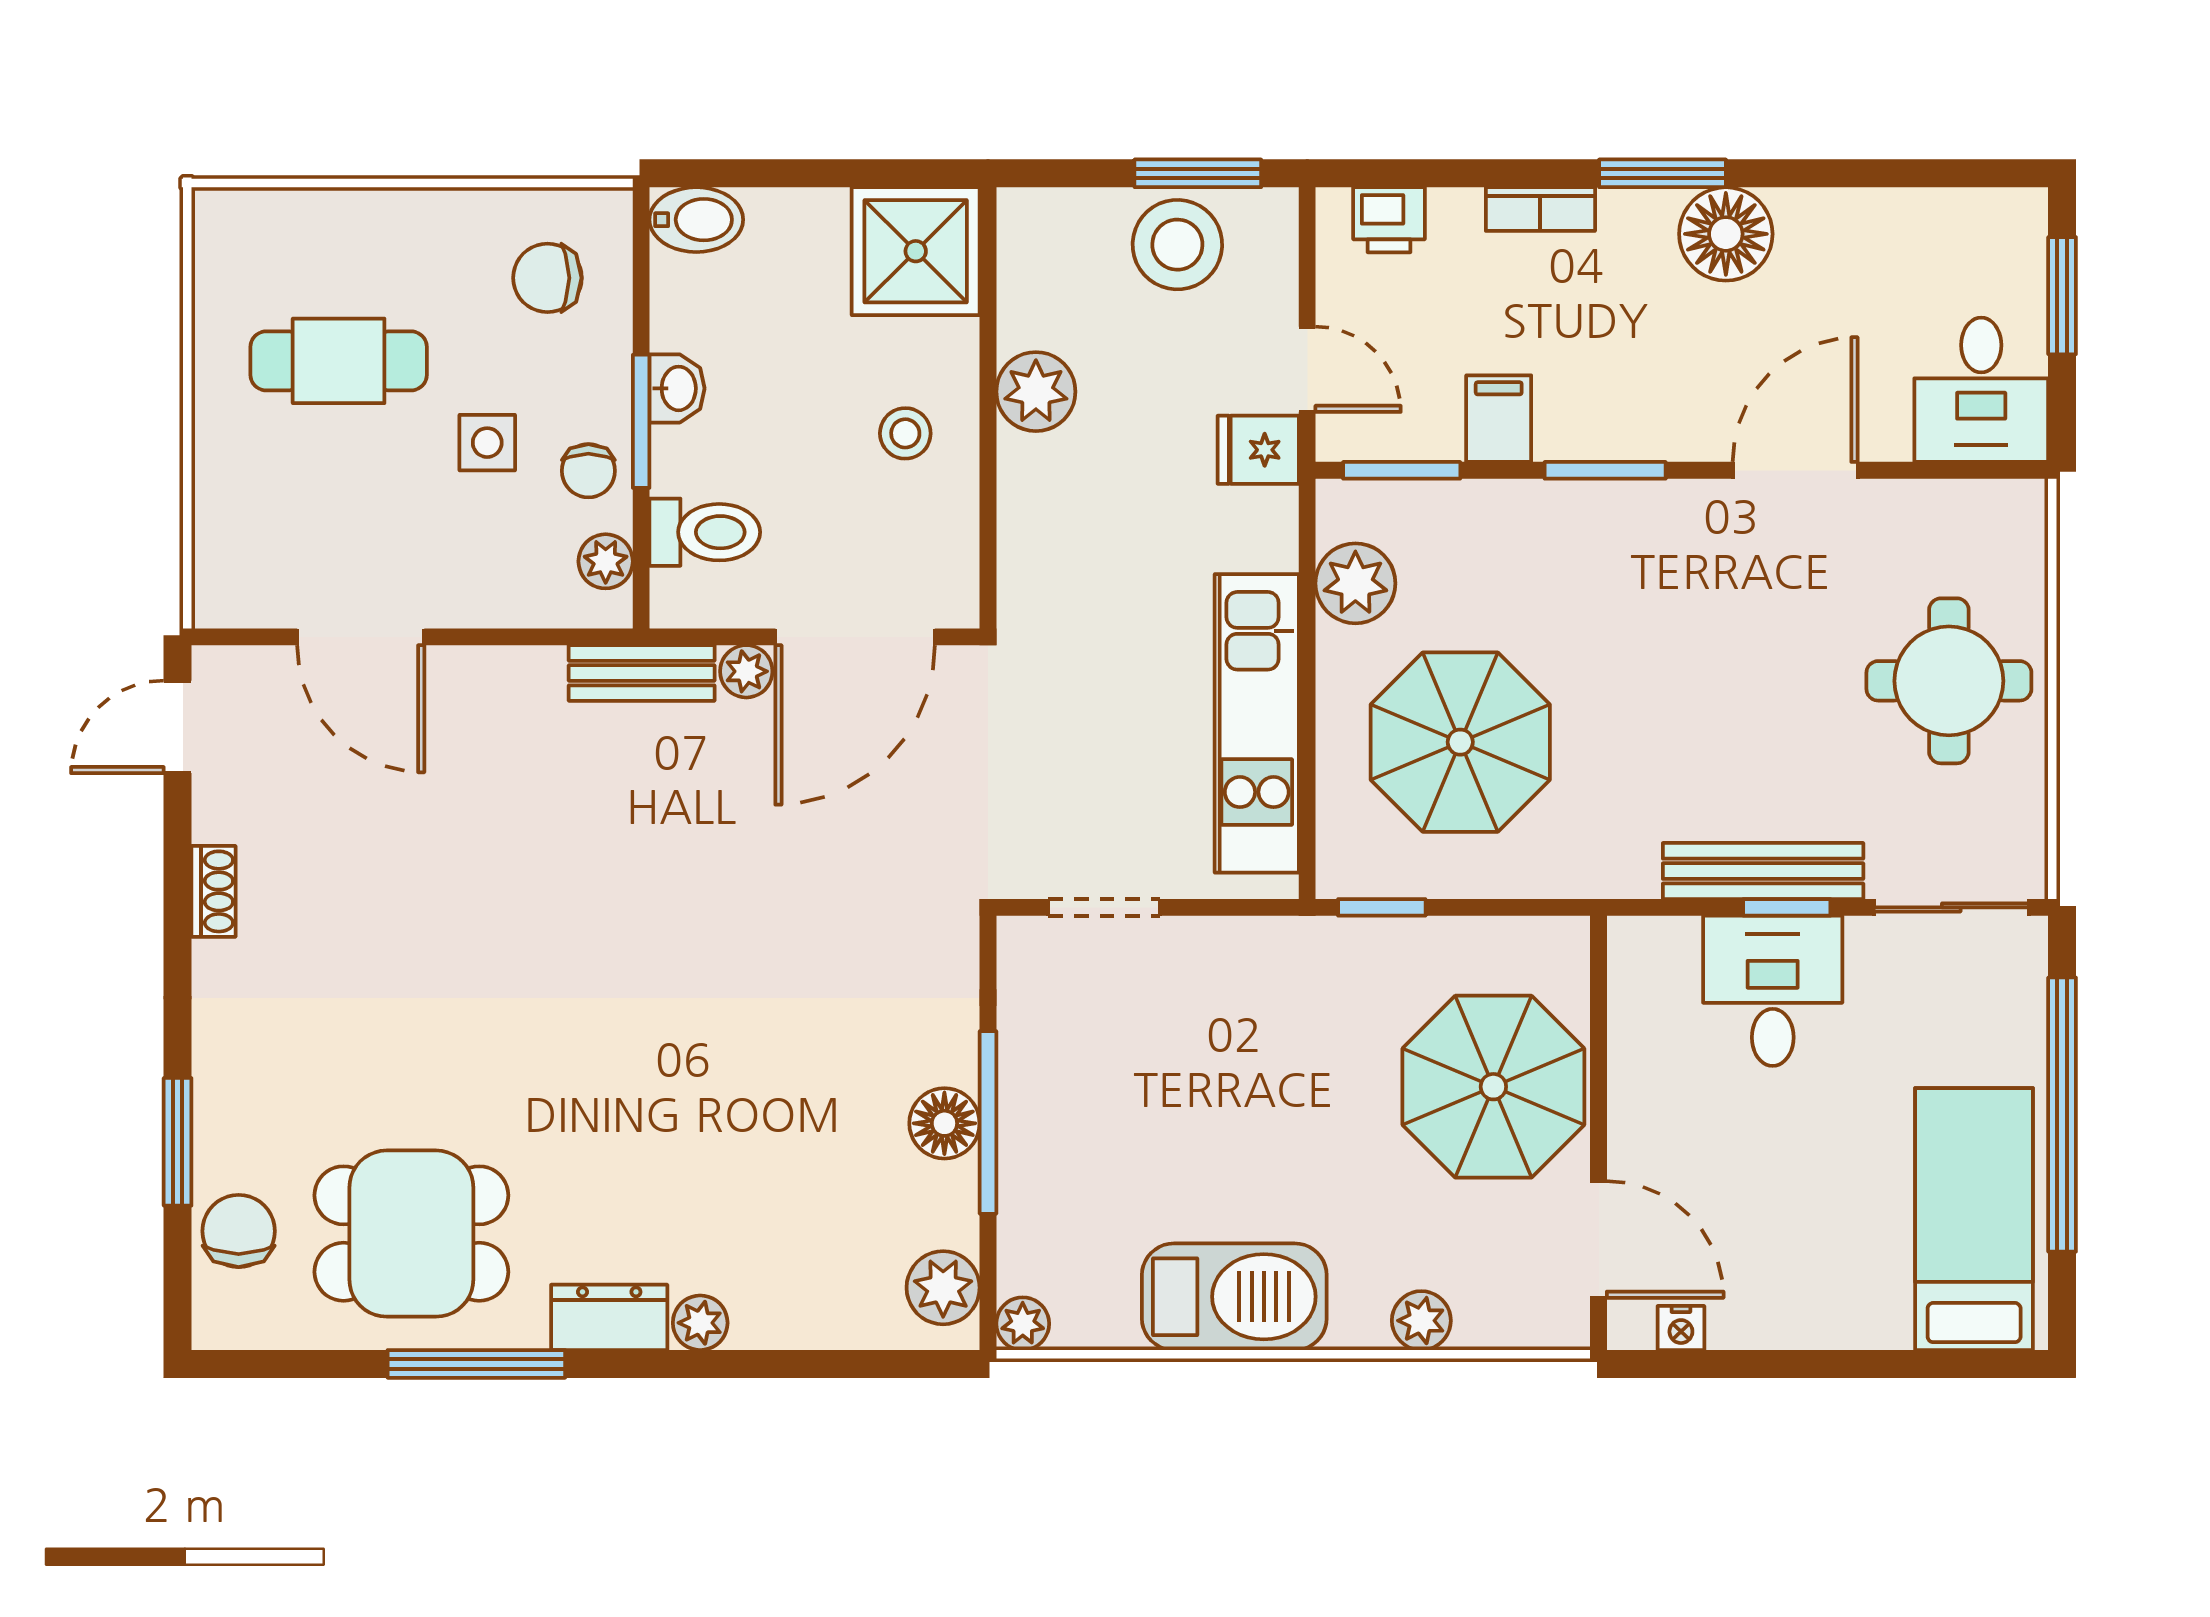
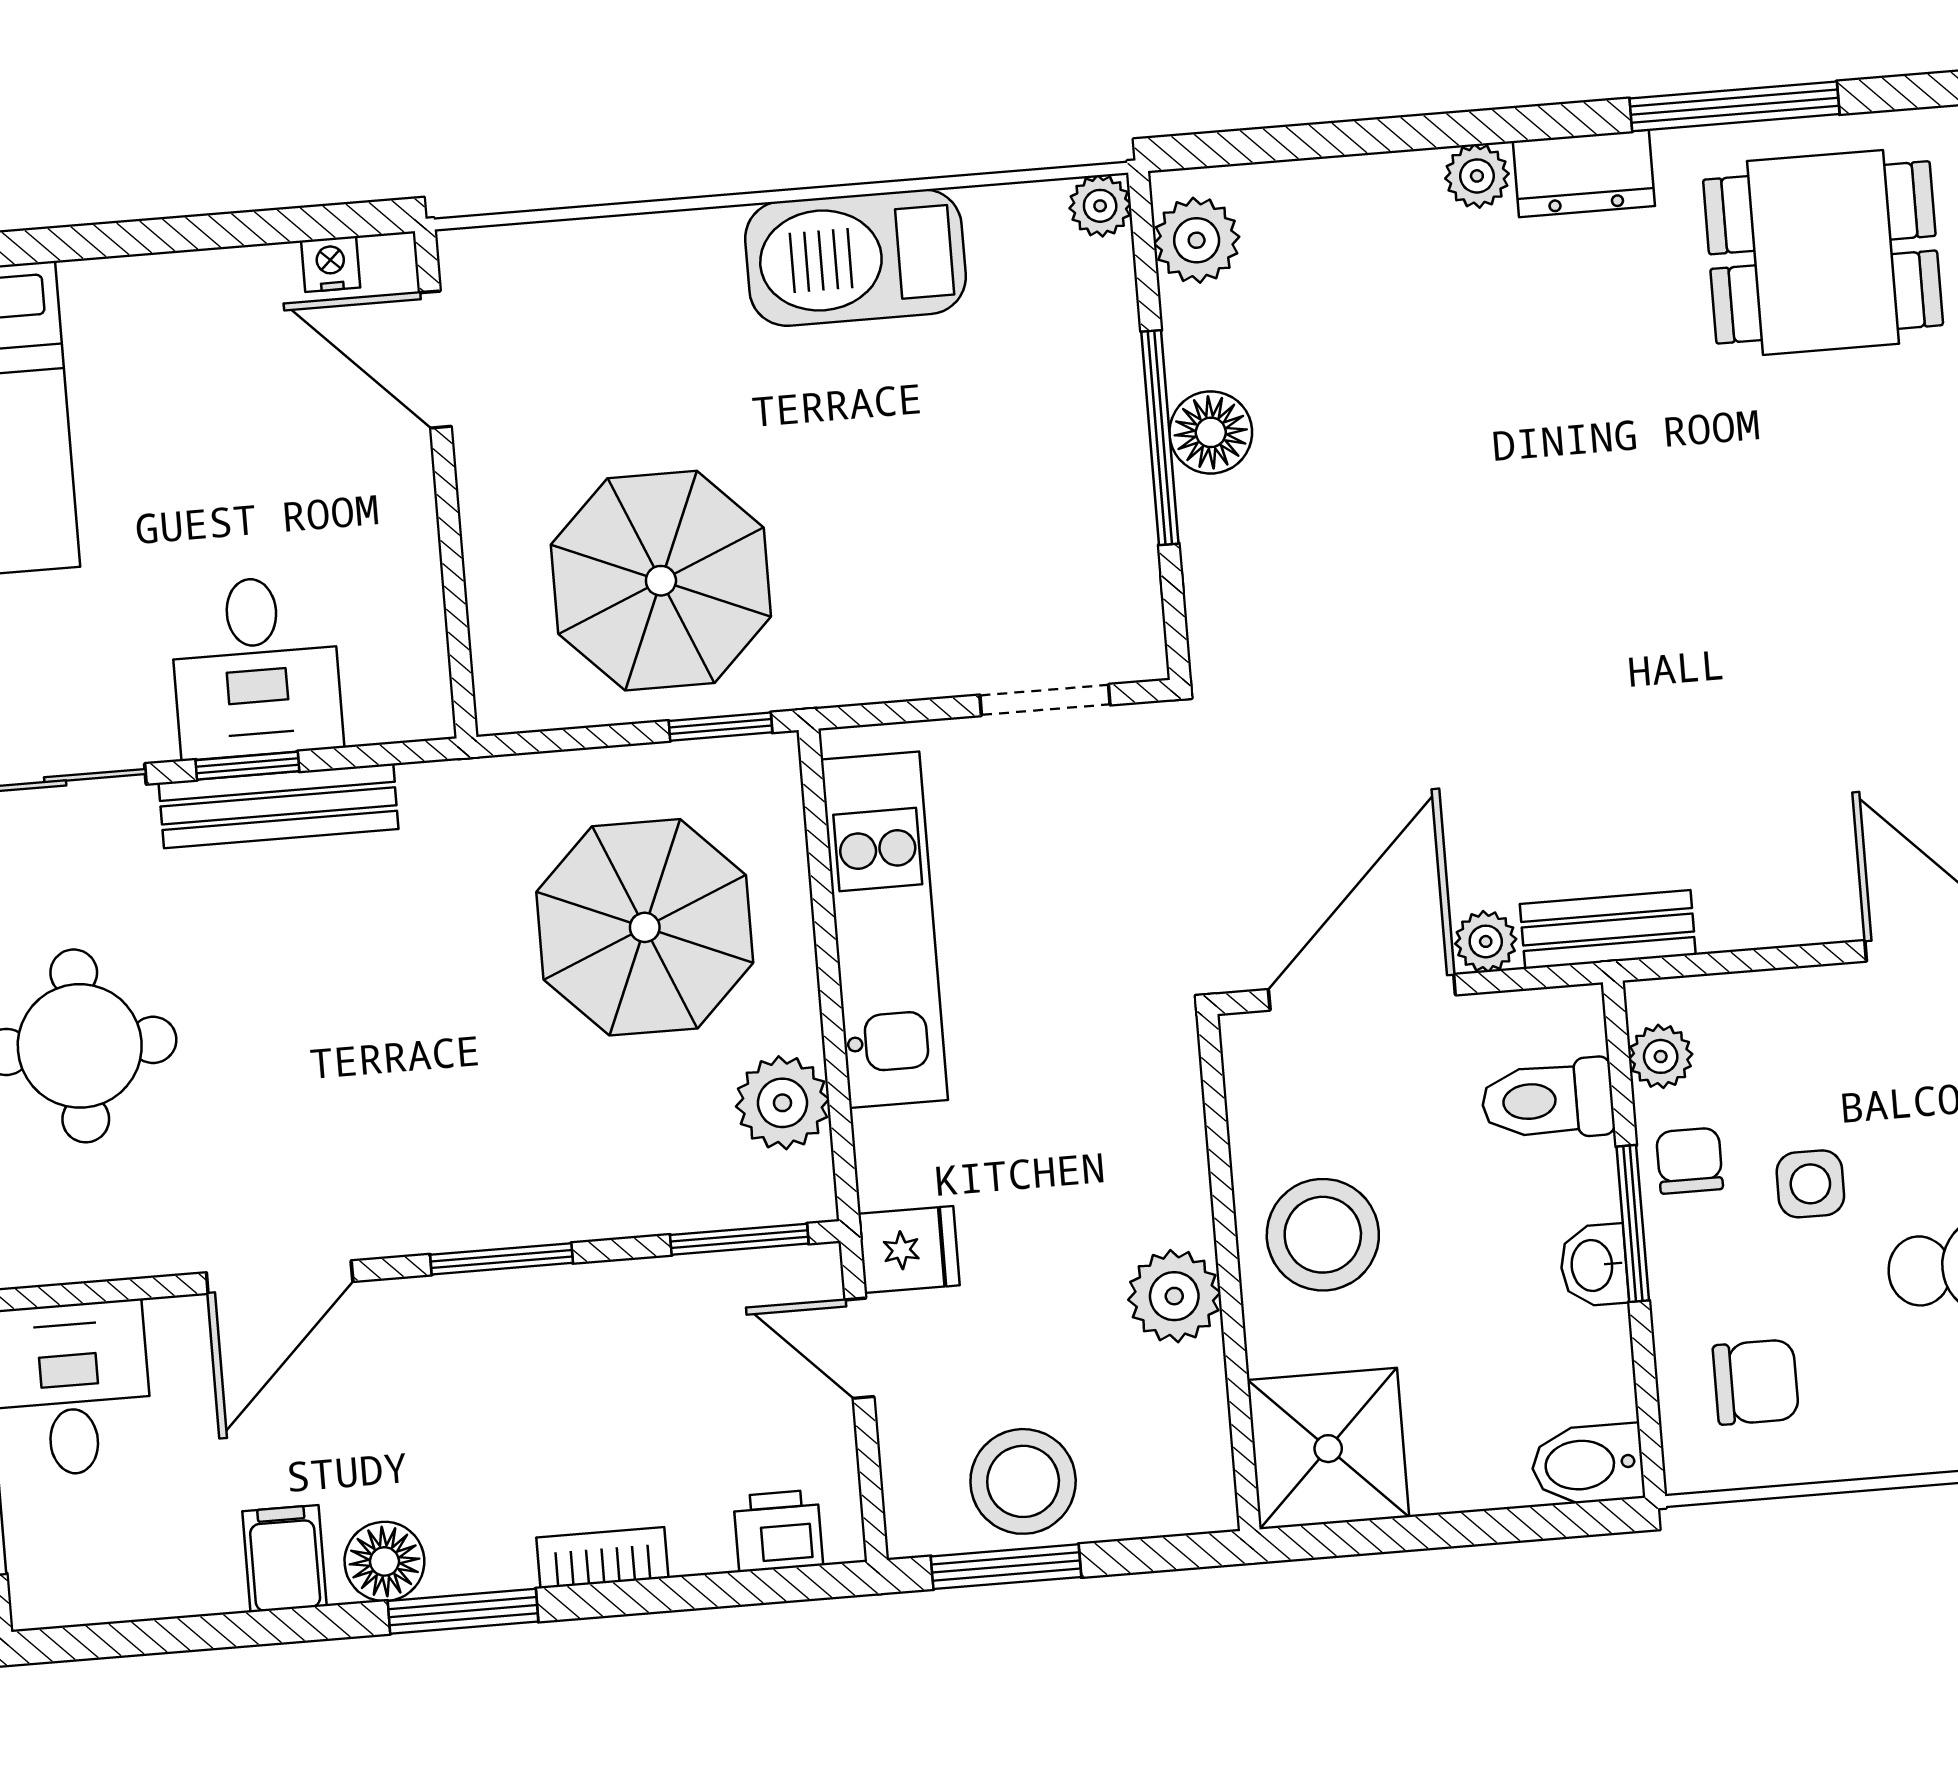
floor lamp: (1726, 234) -> (384, 1561), width x0.73, depth x0.73
filing cabinet: (1499, 419) -> (284, 1559), moved, turned 180
stool: (905, 433) -> (1323, 1235), width x1.89, depth x1.89
parasol: (1493, 1087) -> (661, 581), moved
plant: (1421, 1321) -> (635, 248), removed

